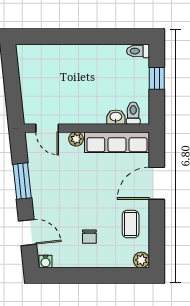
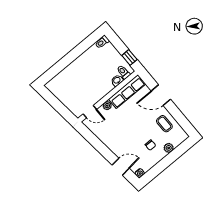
window: (157, 78) -> (129, 57), moved
window: (22, 181) -> (99, 145), removed
door: (157, 183) -> (161, 95), hinge flipped
plant: (141, 260) -> (169, 148), moved

